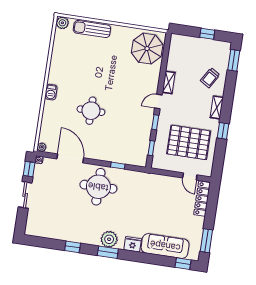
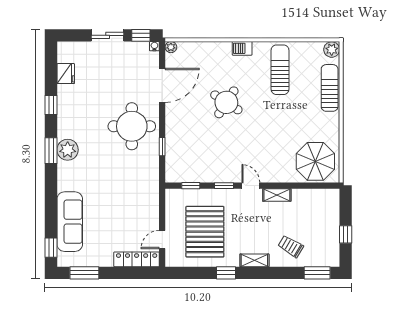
sun lounger: (72, 65) -> (280, 70), added
round table: (91, 111) -> (226, 102), turned 33
fridge: (133, 244) -> (66, 74), moved

